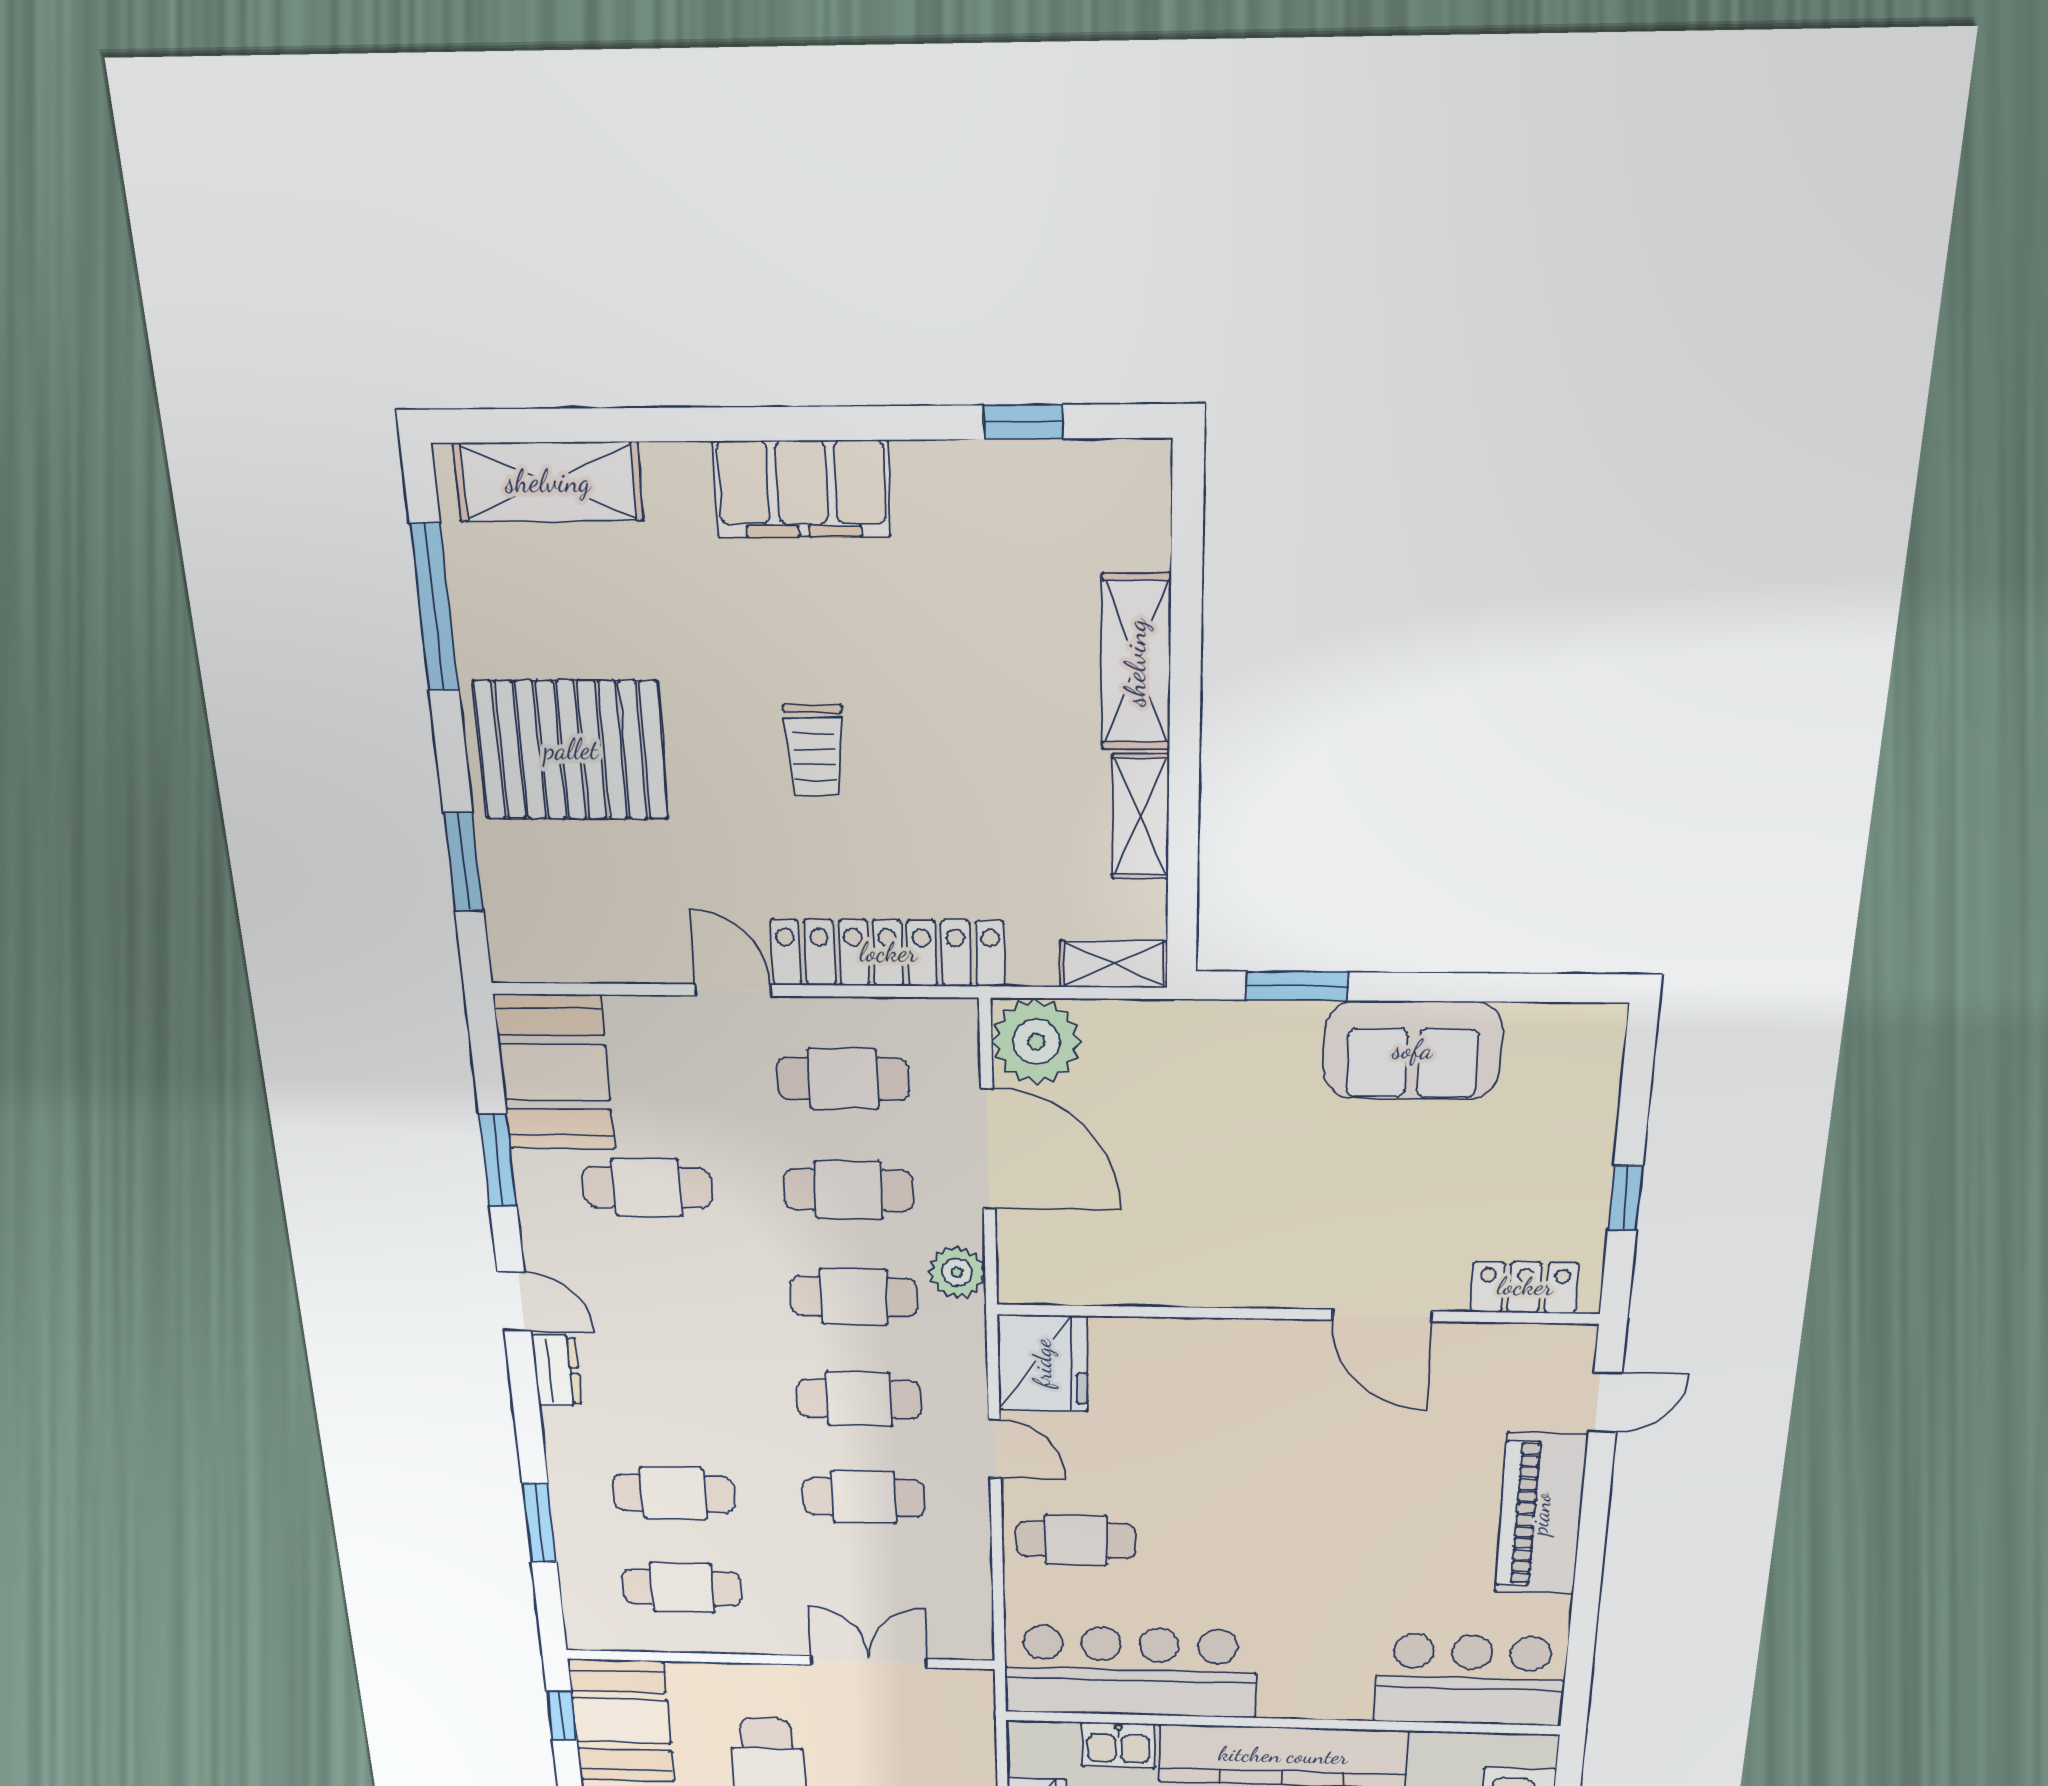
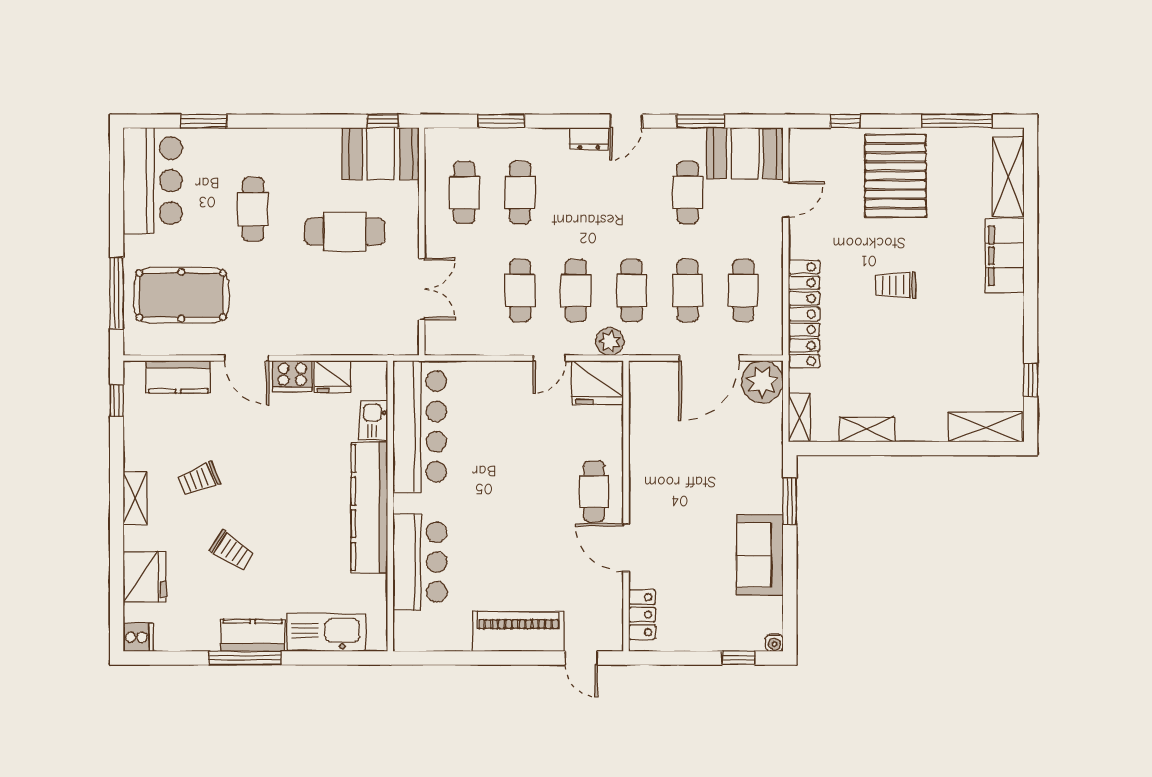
filing cabinet: (802, 489) -> (1005, 256), moved
shelving: (1136, 662) -> (985, 427), moved
window: (464, 862) -> (845, 121), width x0.67
door: (733, 990) -> (786, 199), moved
water cooler: (1608, 1021) -> (774, 643), added
window: (1625, 1198) -> (739, 658), moved
plant: (957, 1272) -> (610, 342), moved
door: (1382, 1315) -> (626, 548), hinge flipped
cafe table: (1076, 1540) -> (594, 491), moved
bar counter: (1470, 1680) -> (420, 562), moved

